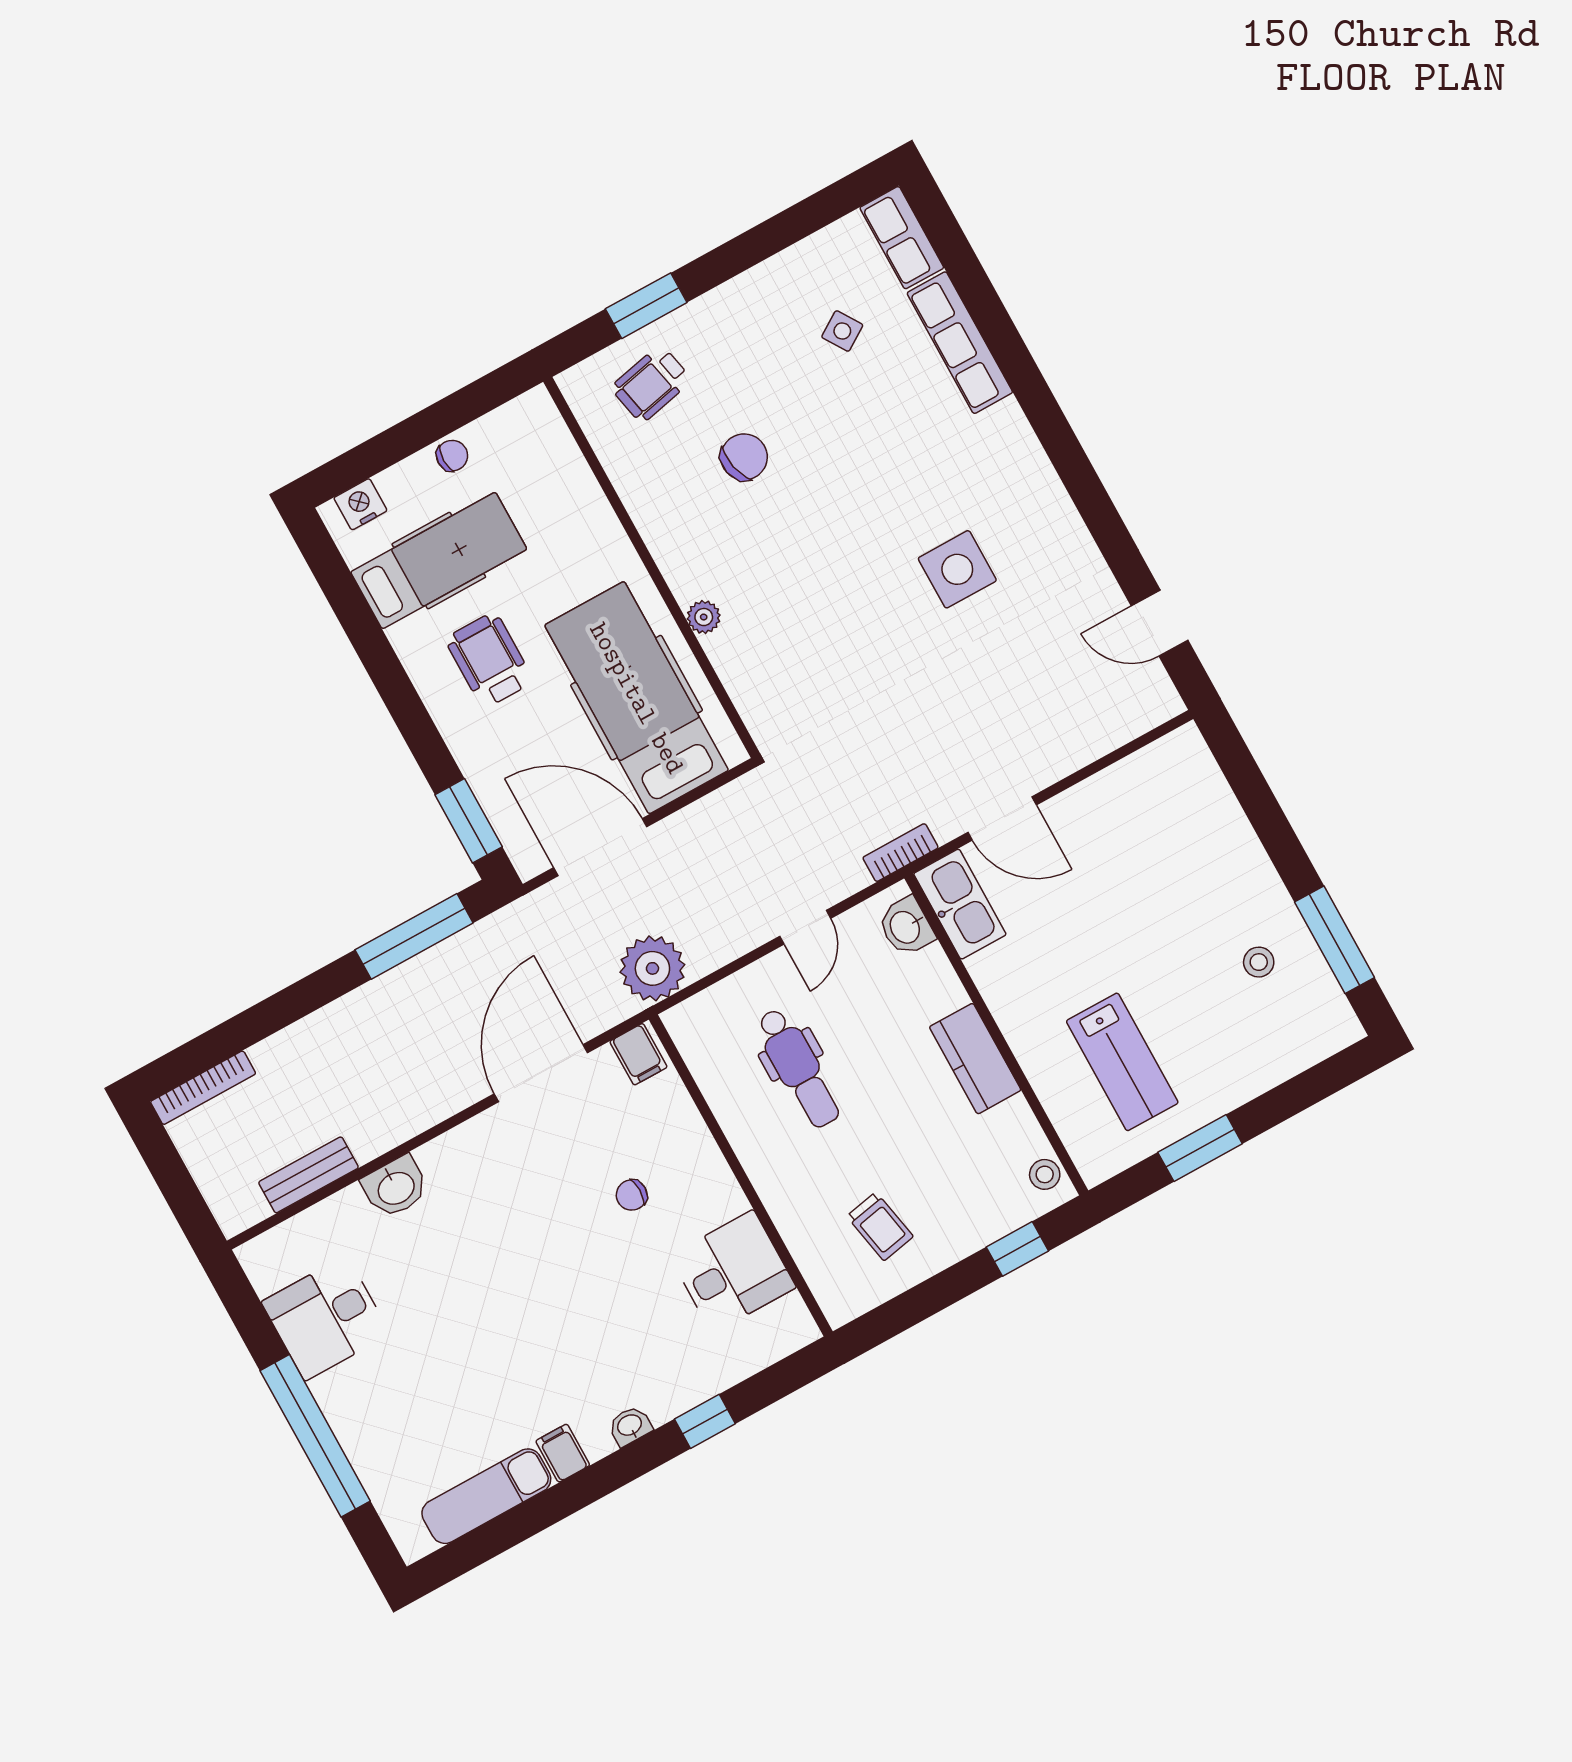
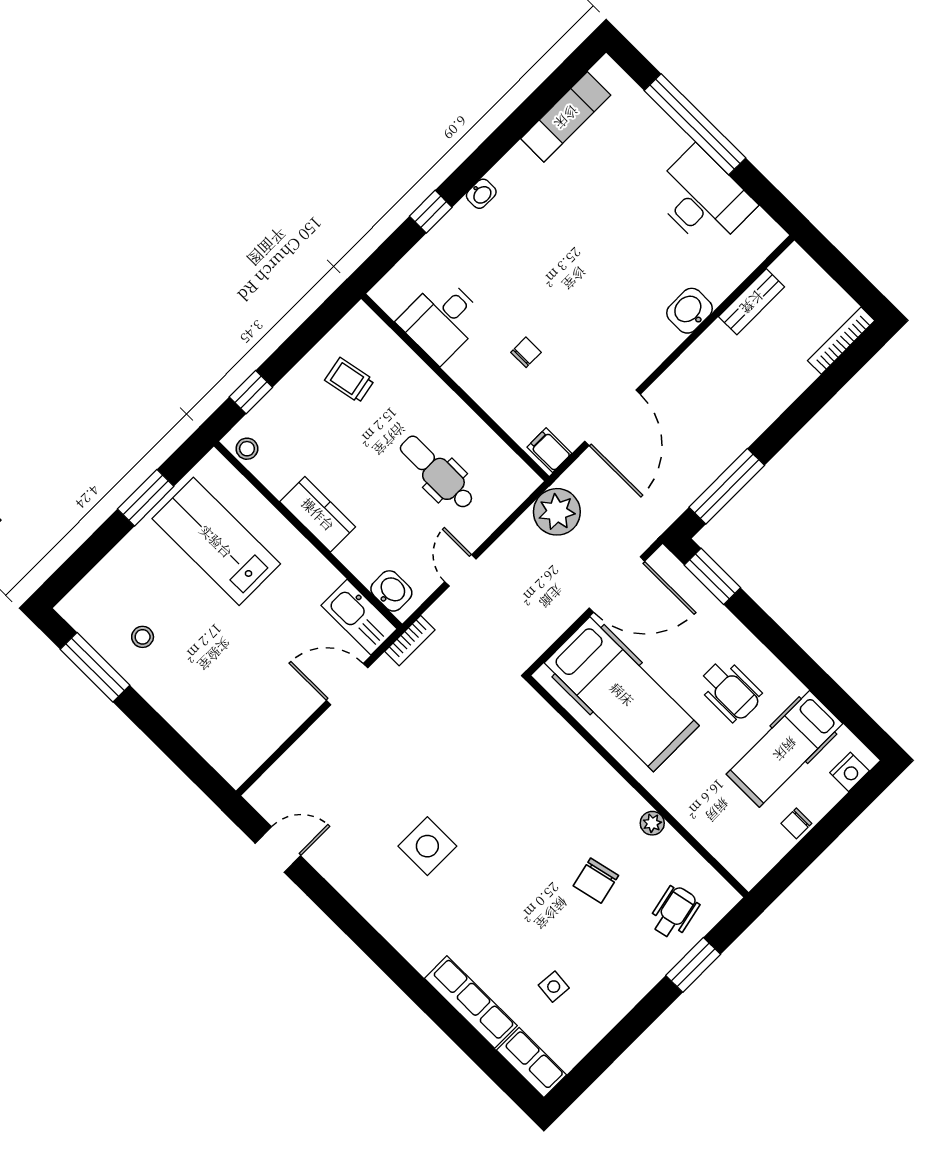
side table: (842, 331) -> (554, 987), turned 38
plant: (704, 617) -> (652, 823), moved
lab bench: (1122, 1062) -> (216, 541), width x1.36, depth x1.39
desk: (326, 1318) -> (703, 199), width x1.37
filing cabinet: (563, 1453) -> (522, 162), removed

